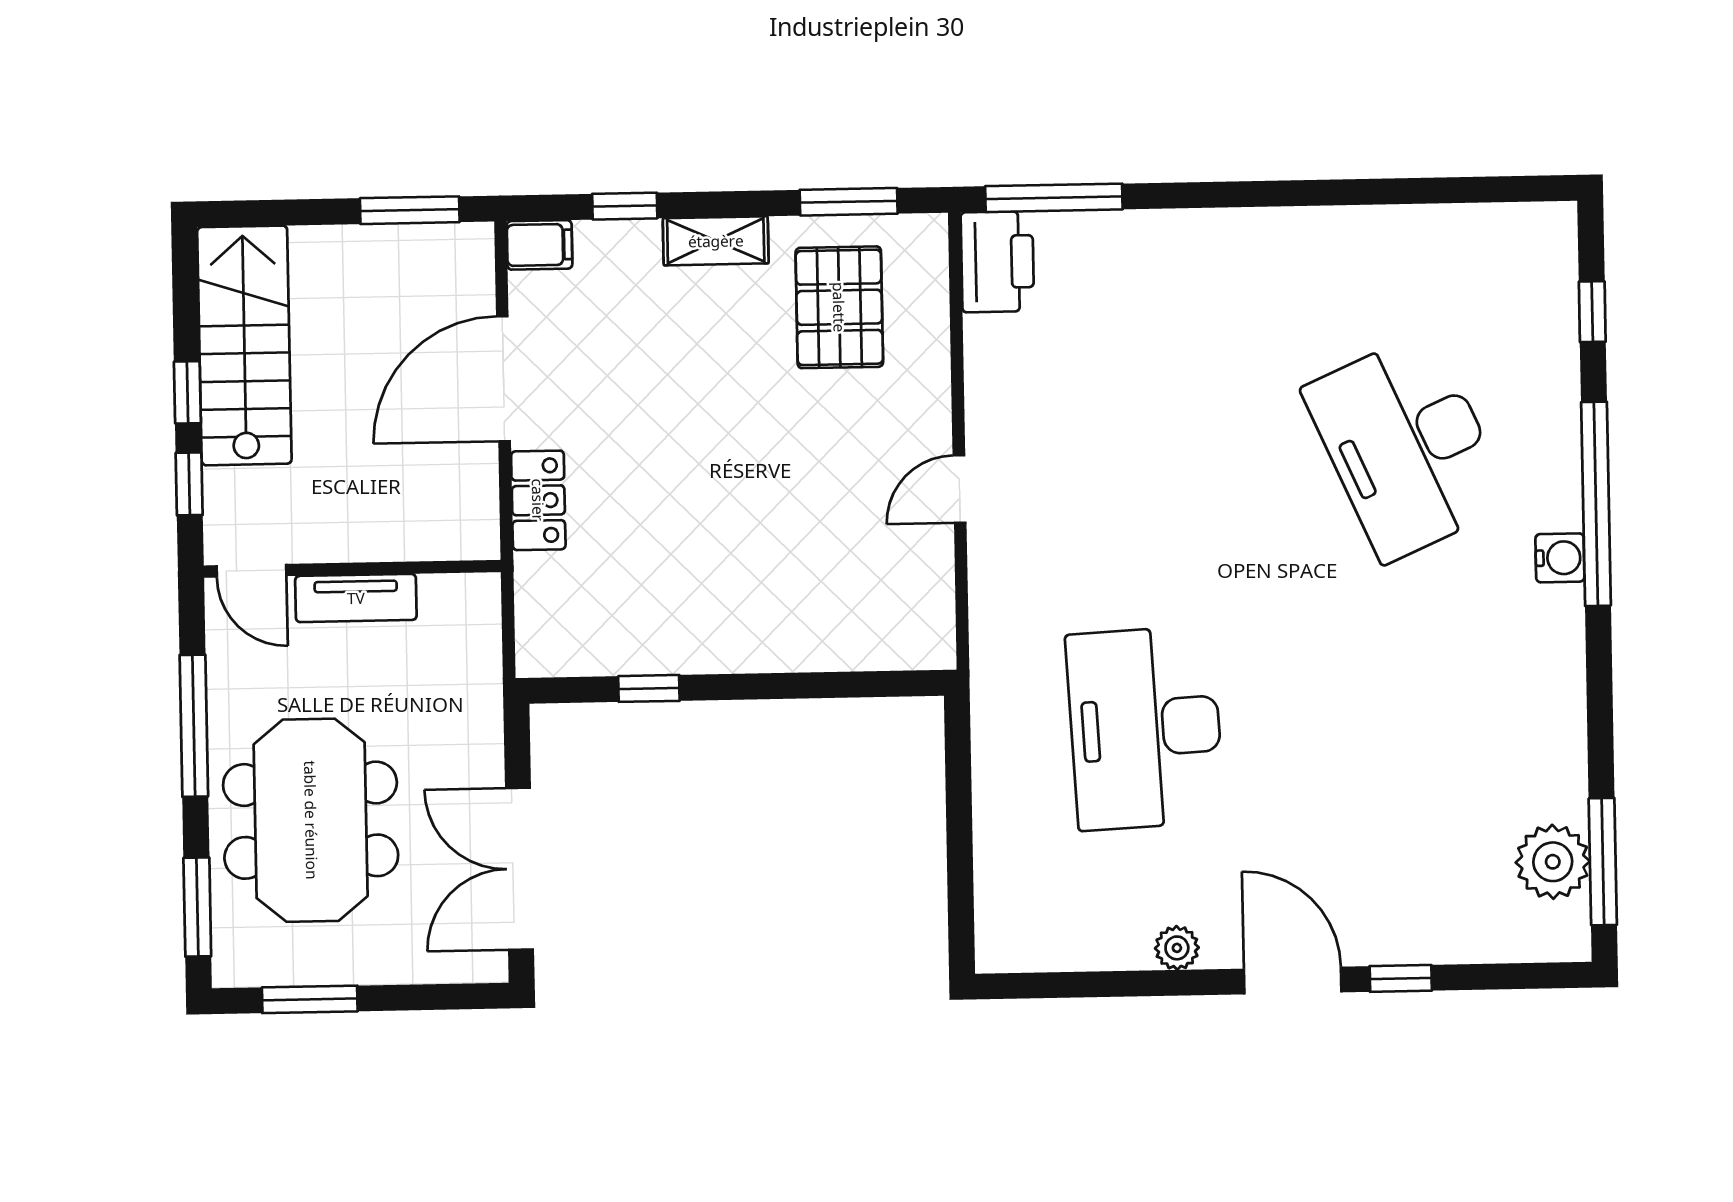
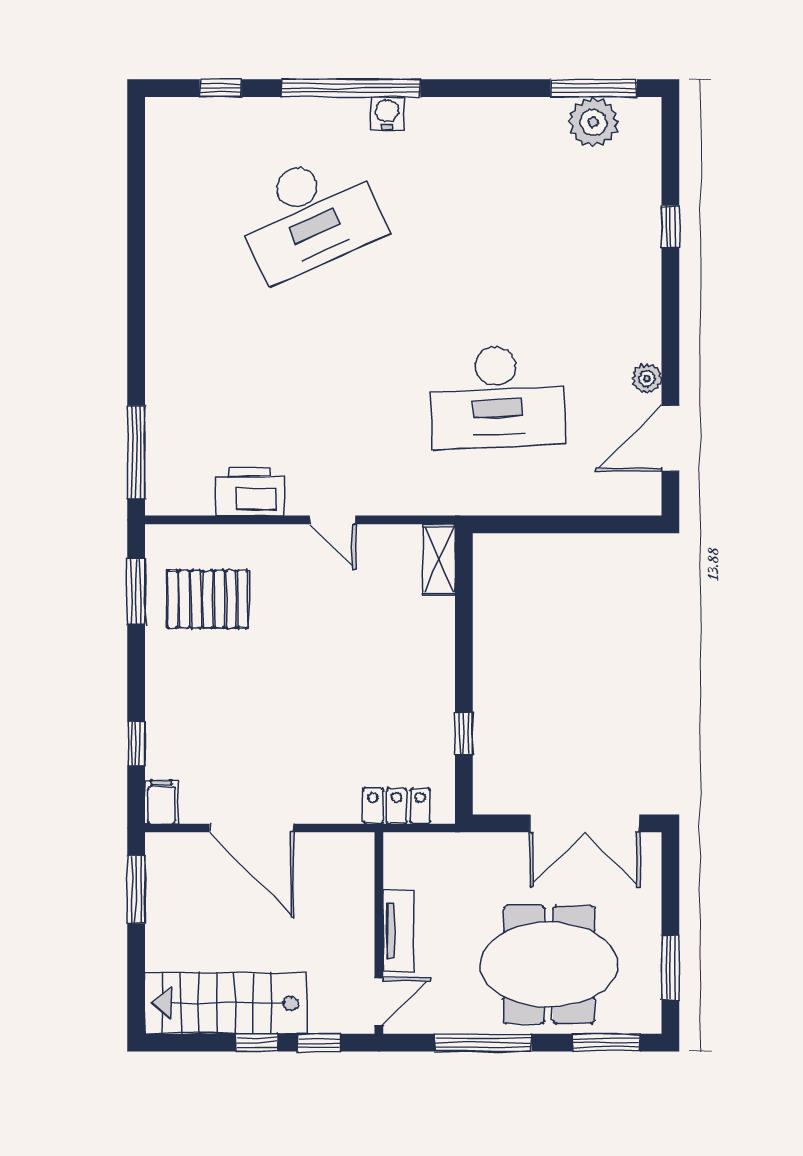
shelving: (716, 241) -> (439, 560), moved
printer: (997, 262) -> (250, 491), moved
locker: (538, 500) -> (397, 806), moved
door: (1293, 980) -> (670, 438), moved

